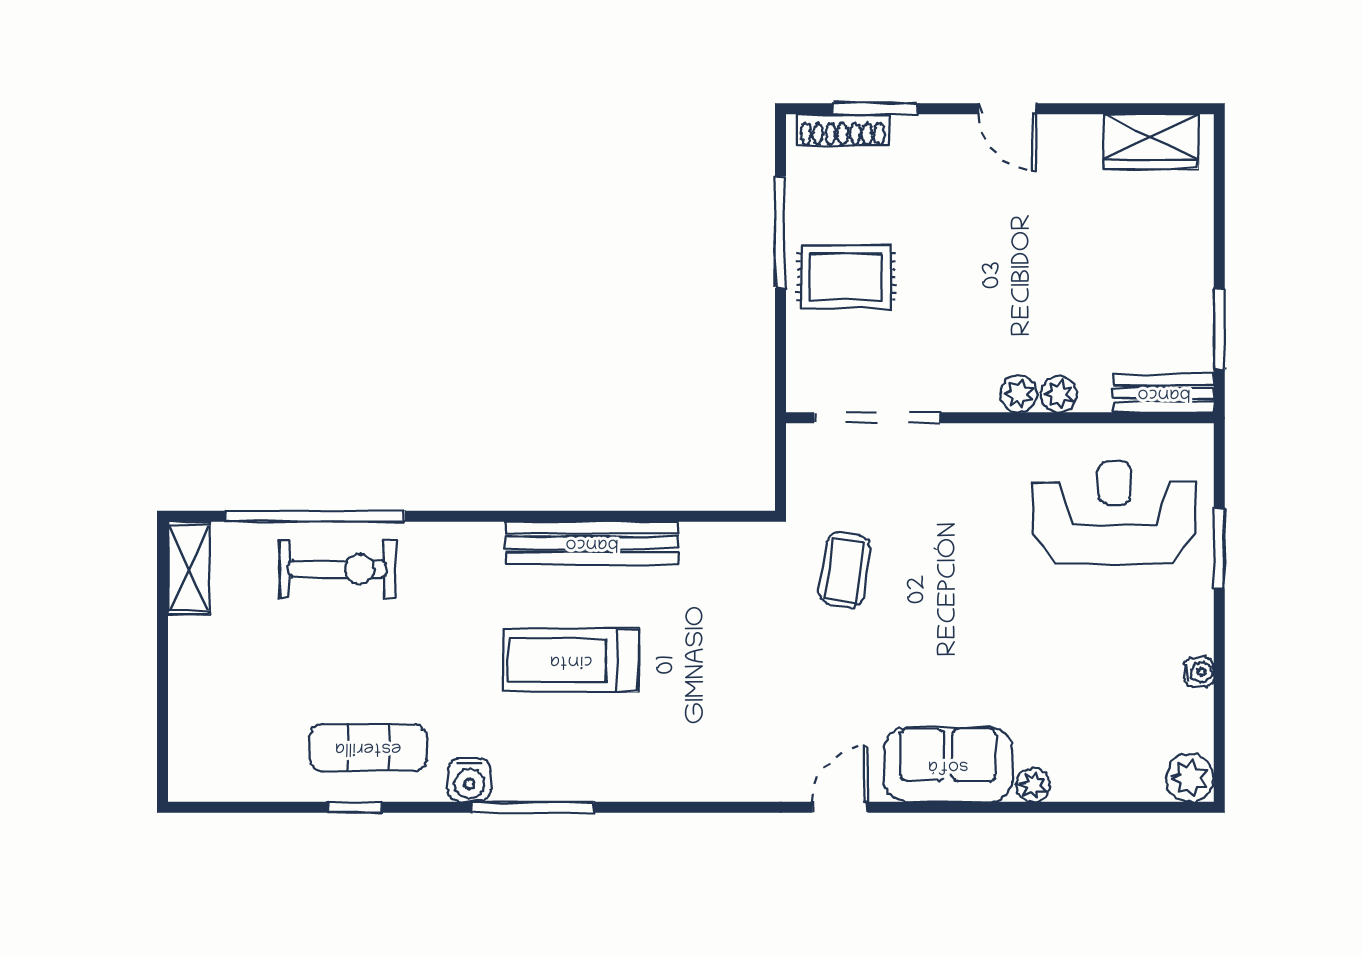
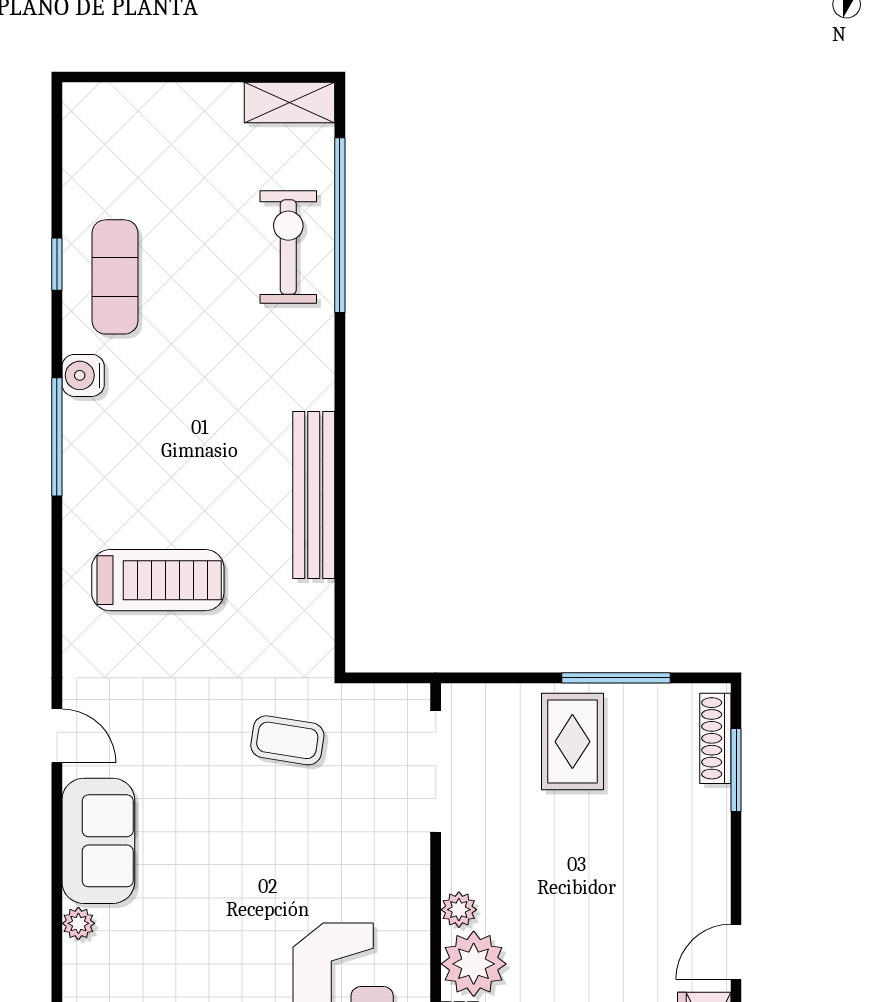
door: (1008, 109) -> (736, 952), moved
plant: (1059, 394) -> (474, 964), width x1.88, depth x1.88
exercise bike: (337, 569) -> (288, 247), turned 180
treadmill: (571, 660) -> (158, 580), moved, turned 90

